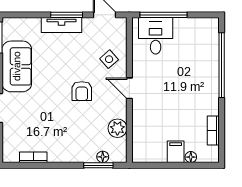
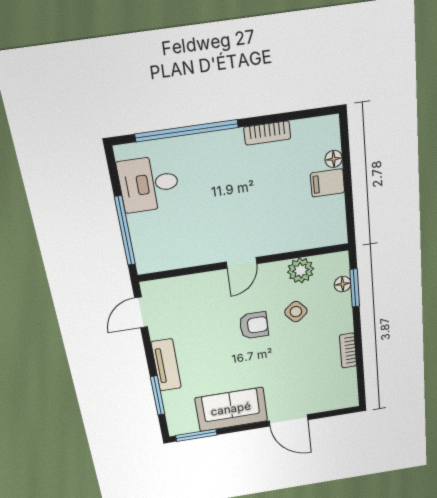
window: (67, 15) -> (158, 396), moved
desk: (156, 36) -> (149, 184), moved
side table: (109, 59) -> (296, 312), moved
bookcase: (213, 131) -> (267, 133), moved
bookcase: (33, 157) -> (348, 351), moved

